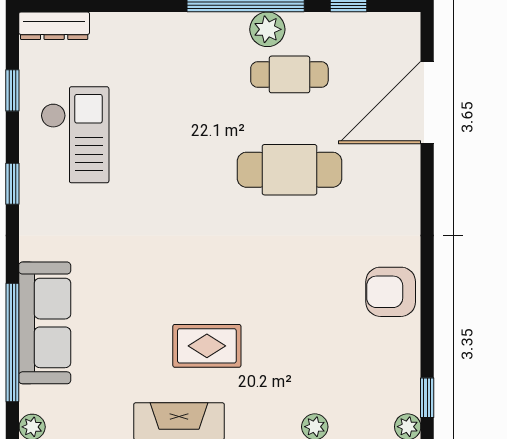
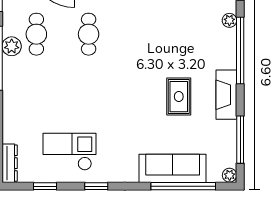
cafe table: (289, 170) -> (89, 34), width x0.73, depth x0.74
rug: (207, 346) -> (179, 97), moved

